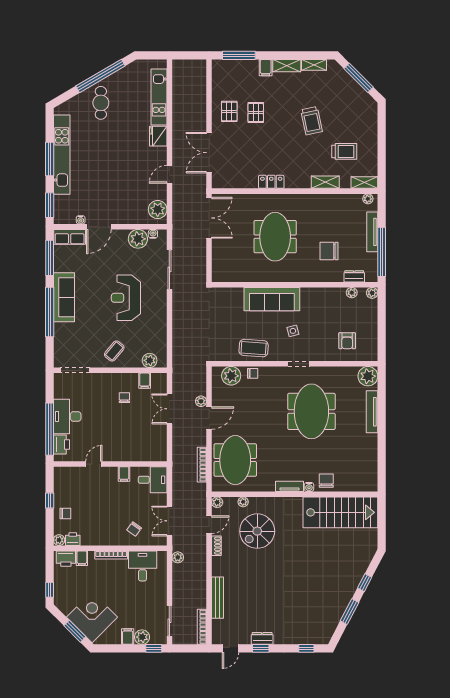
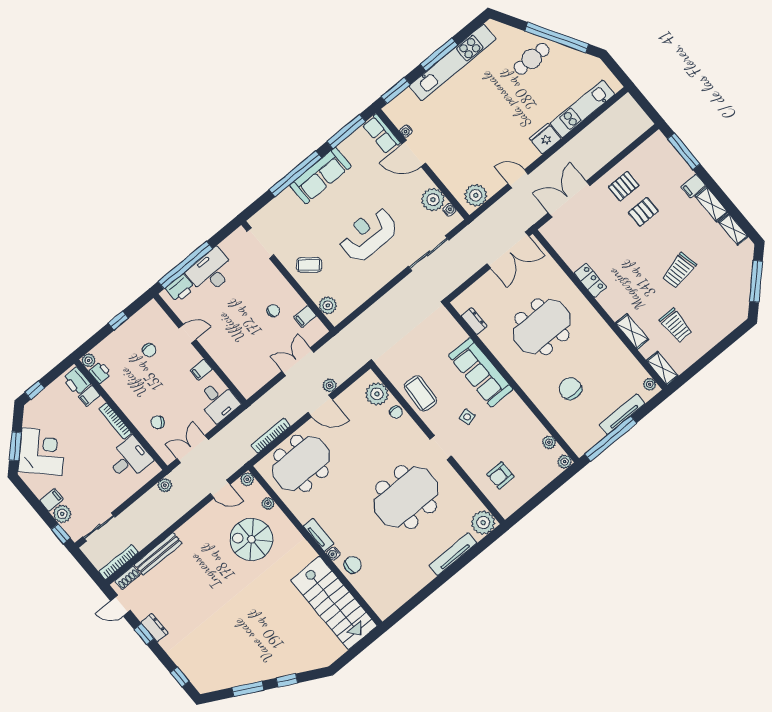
dresser: (354, 276) -> (474, 321), moved
chair: (65, 513) -> (149, 350), moved
shoe rack: (216, 546) -> (128, 578), moved

